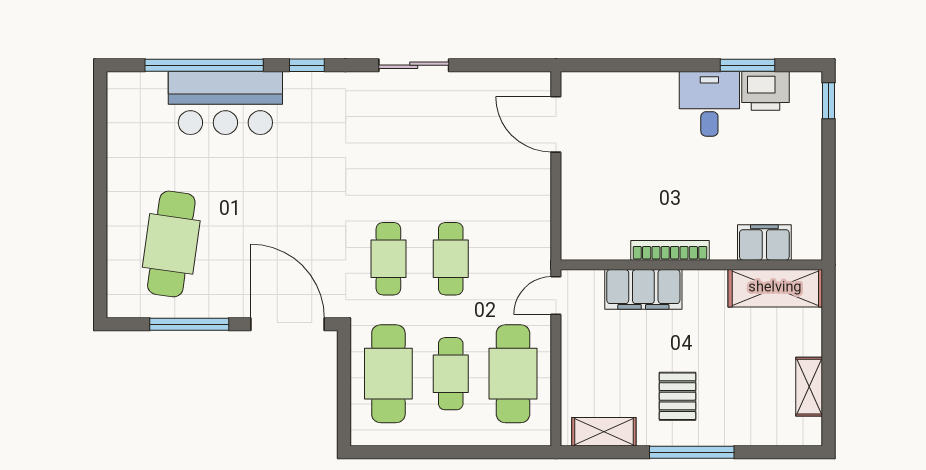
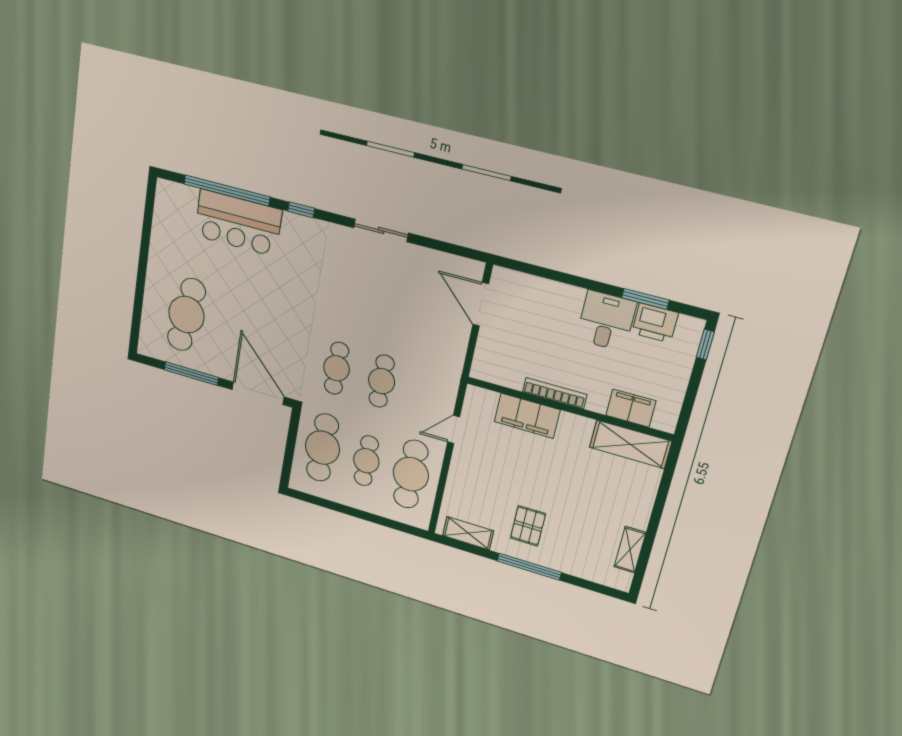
filing cabinet: (764, 242) -> (631, 408), moved
bookcase: (670, 250) -> (555, 393), moved
wall: (691, 265) -> (569, 408), moved
shelving: (775, 288) -> (630, 444), moved
filing cabinet: (643, 289) -> (527, 416), moved

